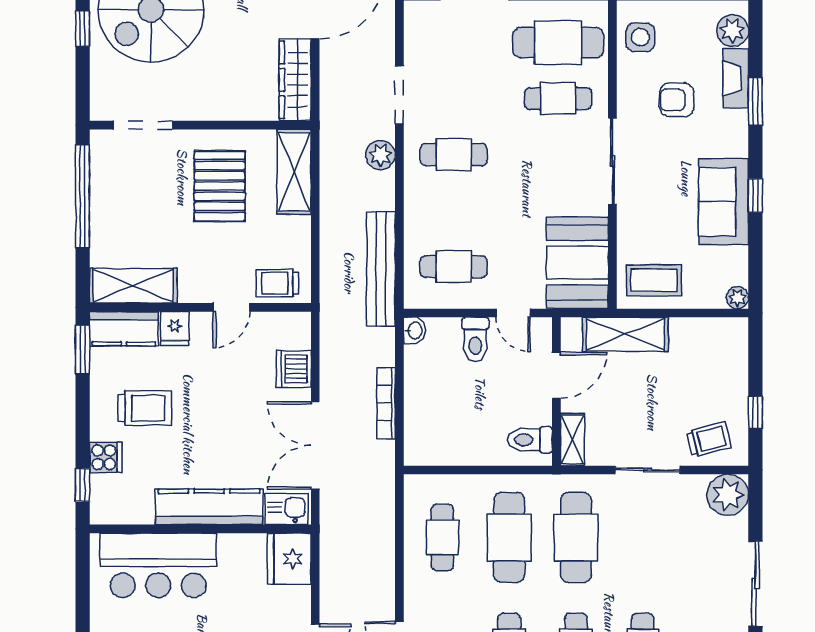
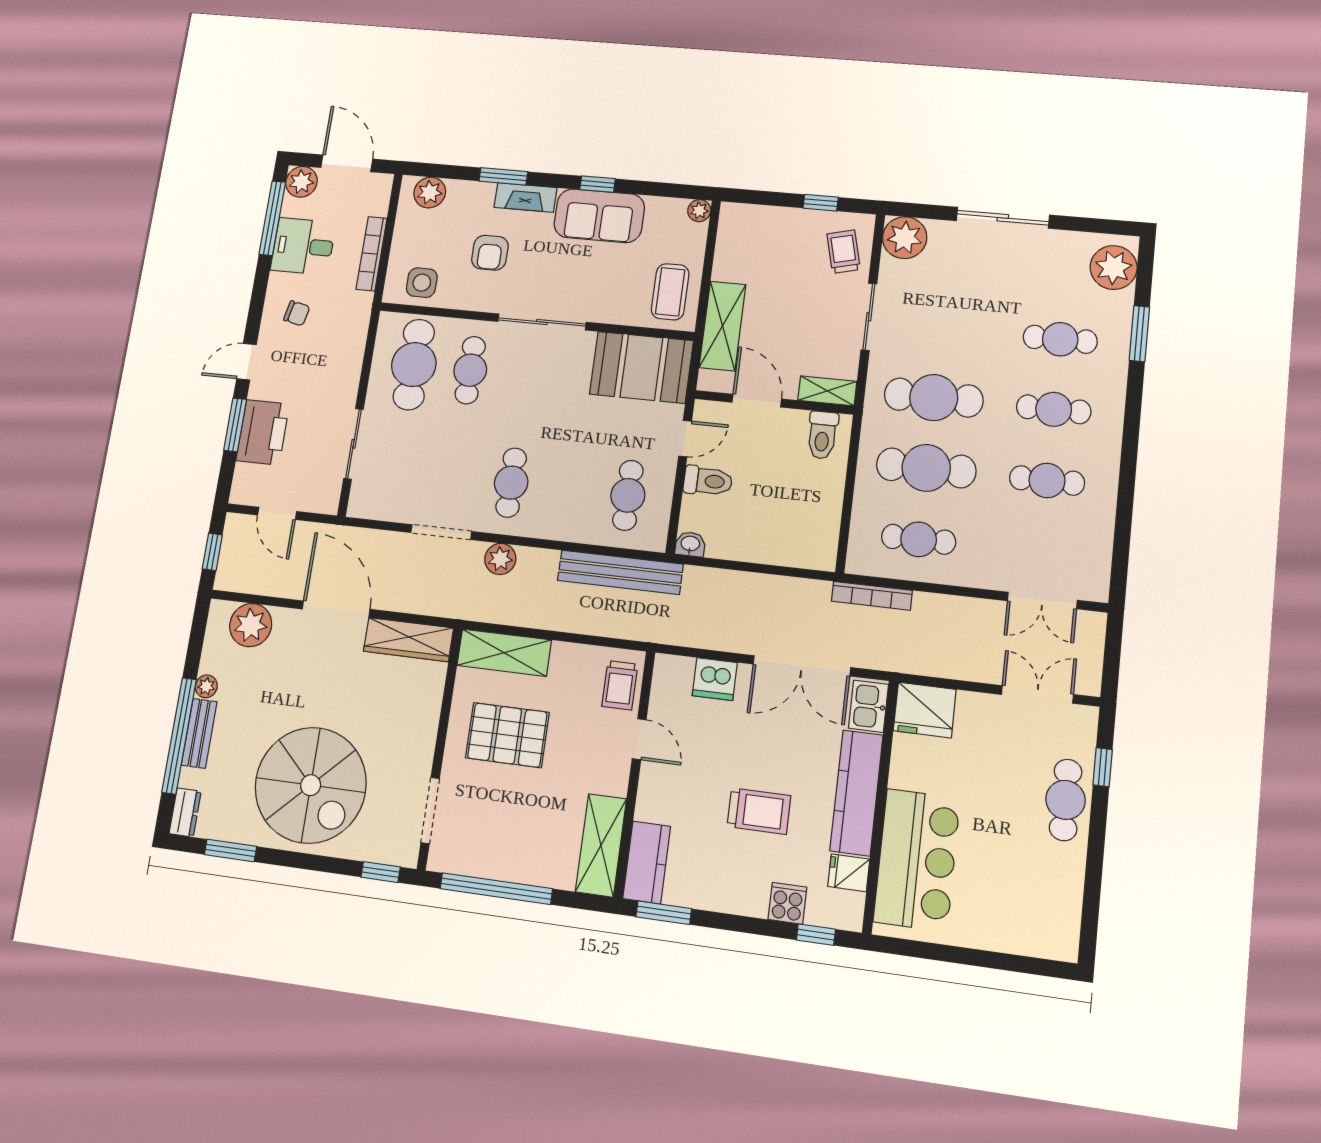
window: (83, 29) -> (381, 872), moved
fireplace: (736, 78) -> (526, 197), moved
fridge: (175, 329) -> (849, 873), moved, turned 180
bookcase: (386, 403) -> (872, 596), moved
trolley: (144, 408) -> (759, 811), moved, turned 90

